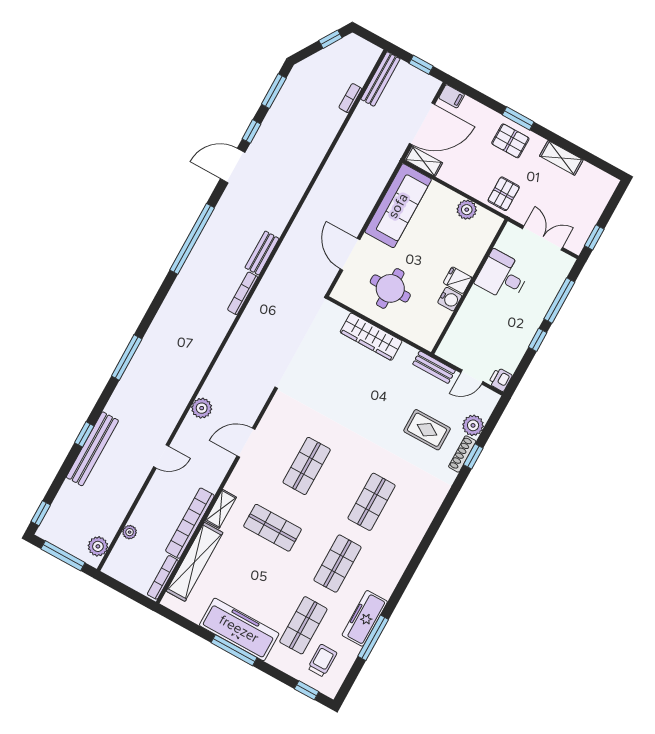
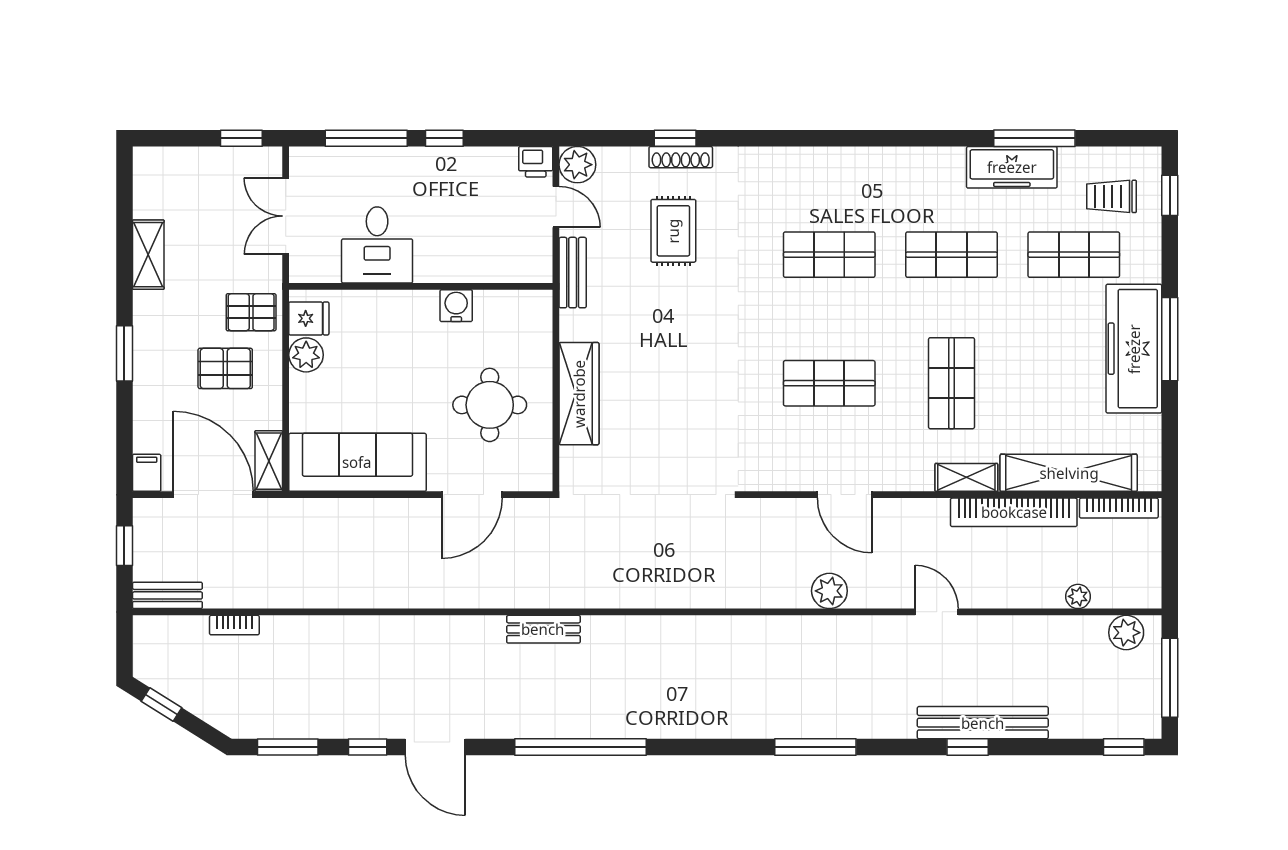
bench: (380, 79) -> (167, 595), width x0.73
pallet: (510, 141) -> (225, 368), moved, turned 90
fridge: (458, 280) -> (309, 318), moved, turned -90
bookcase: (243, 293) -> (621, 625), removed
plant: (473, 425) -> (577, 165), moved

